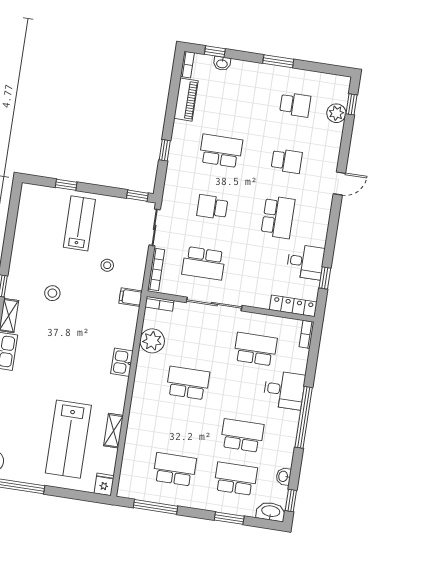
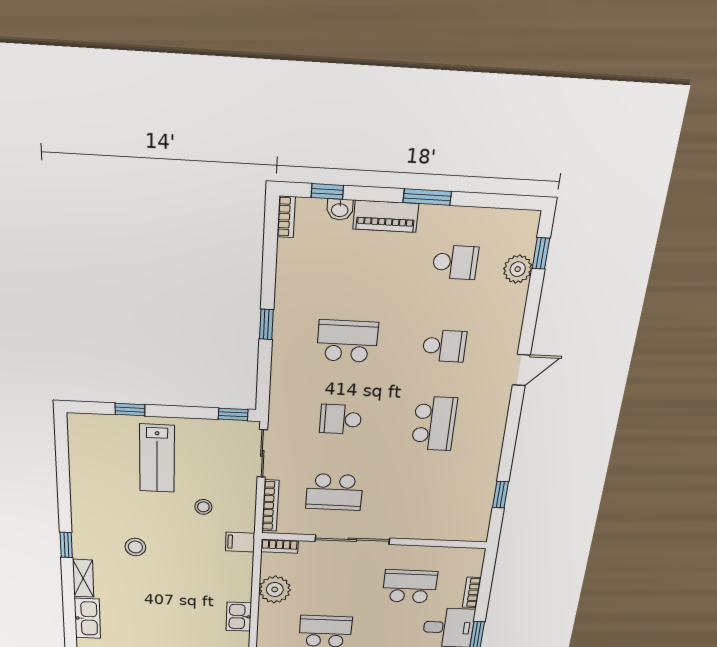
piano: (186, 100) -> (386, 216), moved, turned 90
window: (165, 150) -> (266, 324), moved
lab bench: (79, 223) -> (157, 458), turned 180
desk: (305, 262) -> (474, 477), removed
locker: (293, 306) -> (458, 532), removed
bookcase: (307, 334) -> (472, 592), moved

